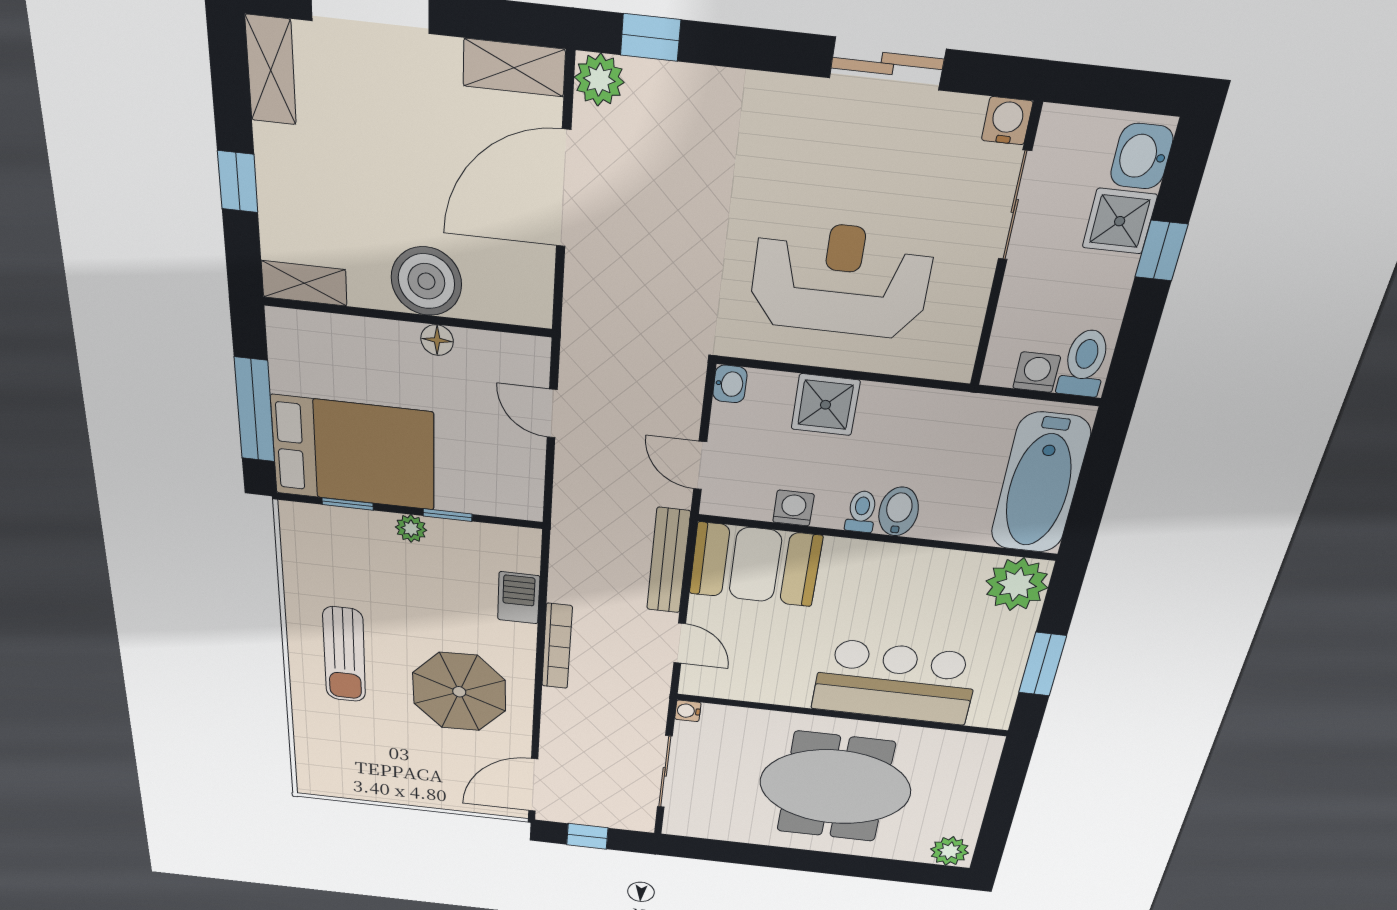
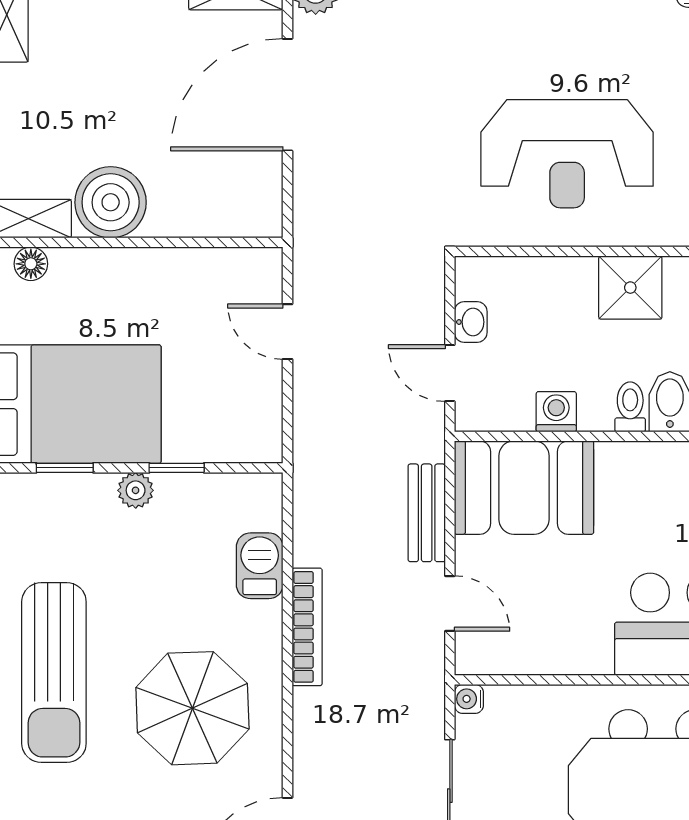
reception desk: (841, 280) -> (567, 154), turned 180
boiler: (426, 281) -> (111, 202), moved
floor lamp: (437, 340) -> (31, 264), moved
washbasin: (730, 384) -> (471, 322), moved
shower: (825, 405) -> (630, 288), moved
bench: (668, 561) -> (427, 513), width x0.73
sun lounger: (344, 655) -> (54, 673), width x1.36, depth x1.34

